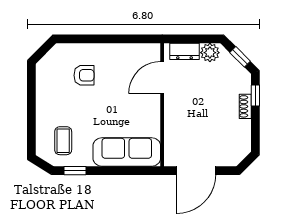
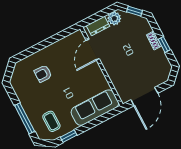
armchair: (84, 75) -> (43, 74), turned 180
window: (255, 96) -> (164, 44), moved
window: (31, 119) -> (25, 118), added

